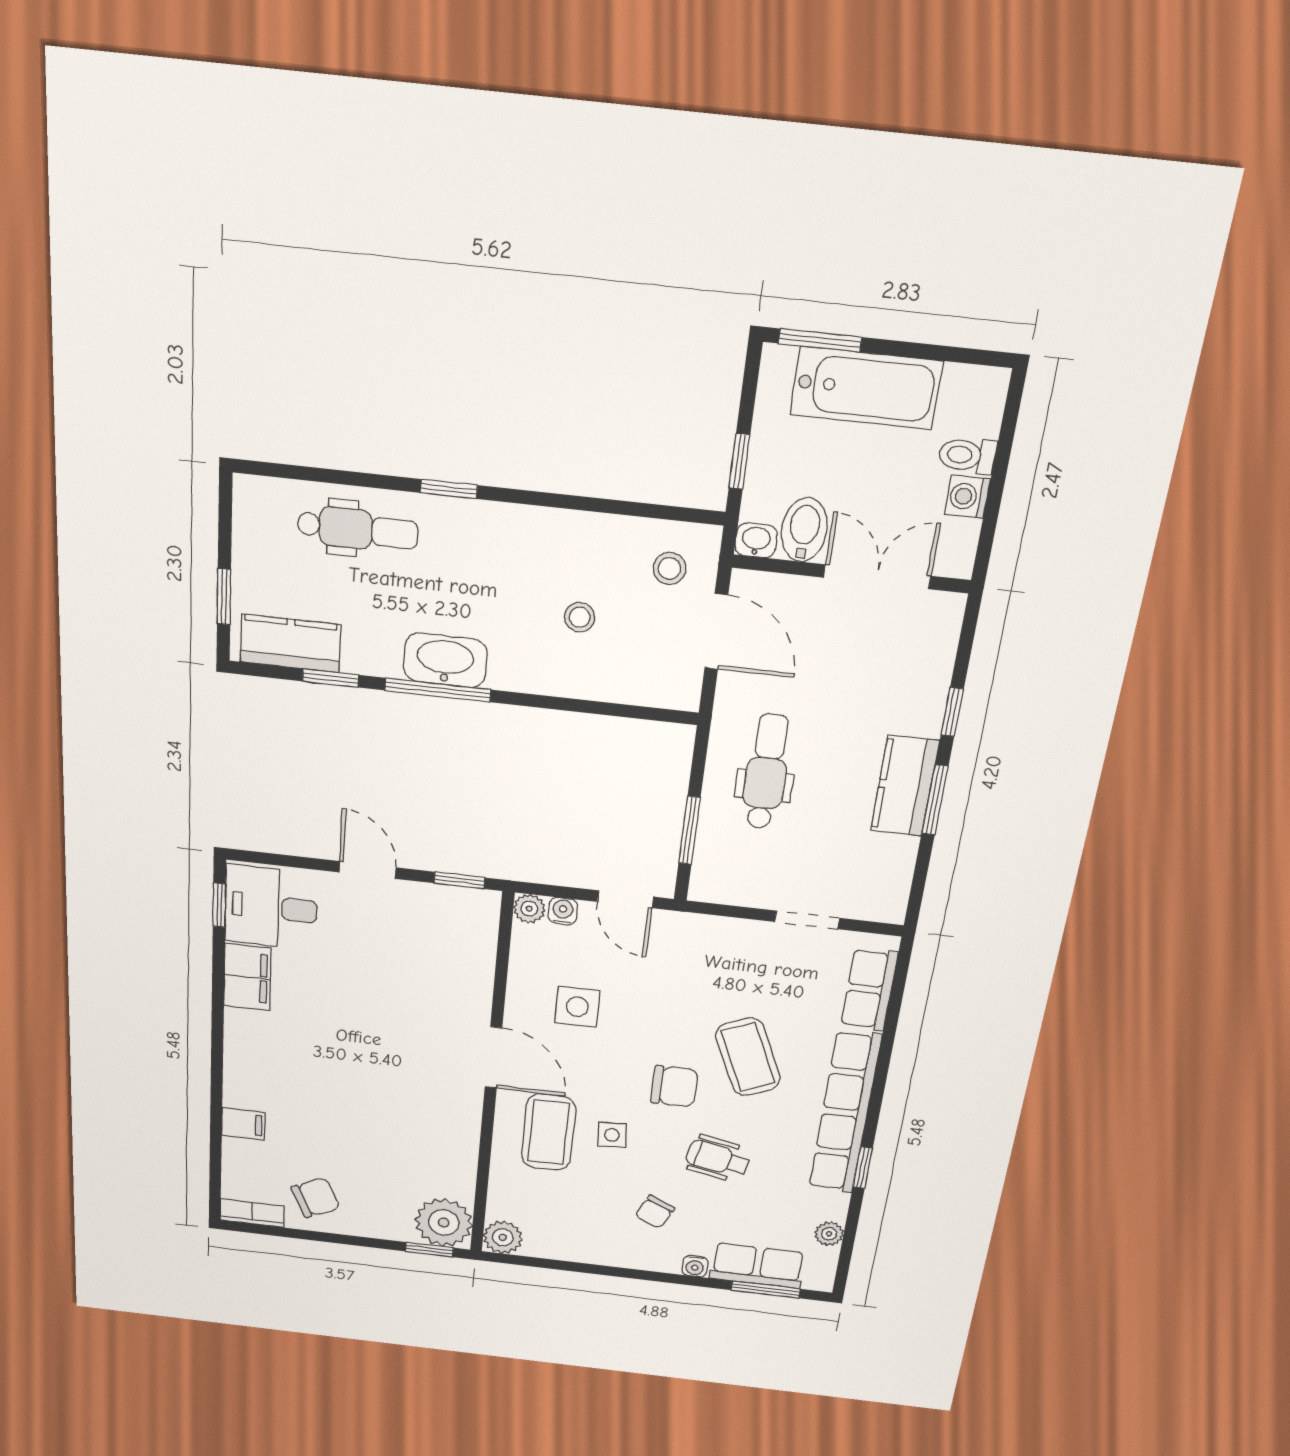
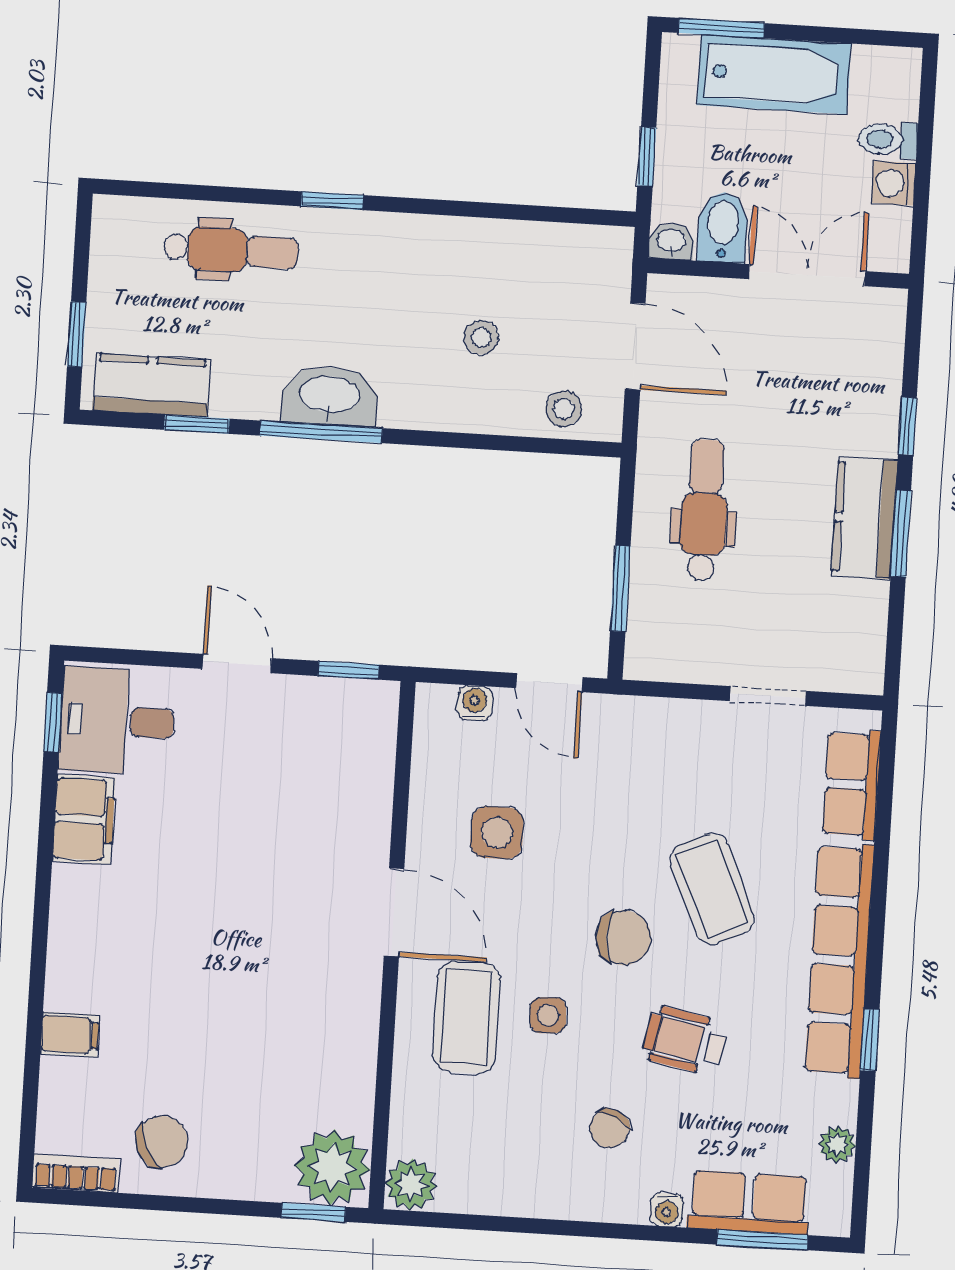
stool: (670, 568) -> (564, 409), moved
plant: (529, 909) -> (434, 703), removed

